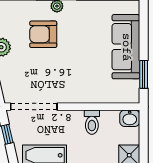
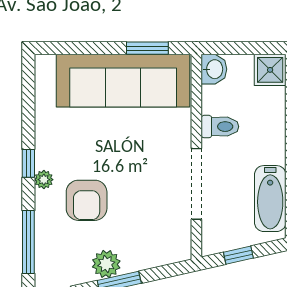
sofa: (126, 47) -> (123, 81), width x1.36, depth x1.27
doorway: (34, 107) -> (196, 184), moved

